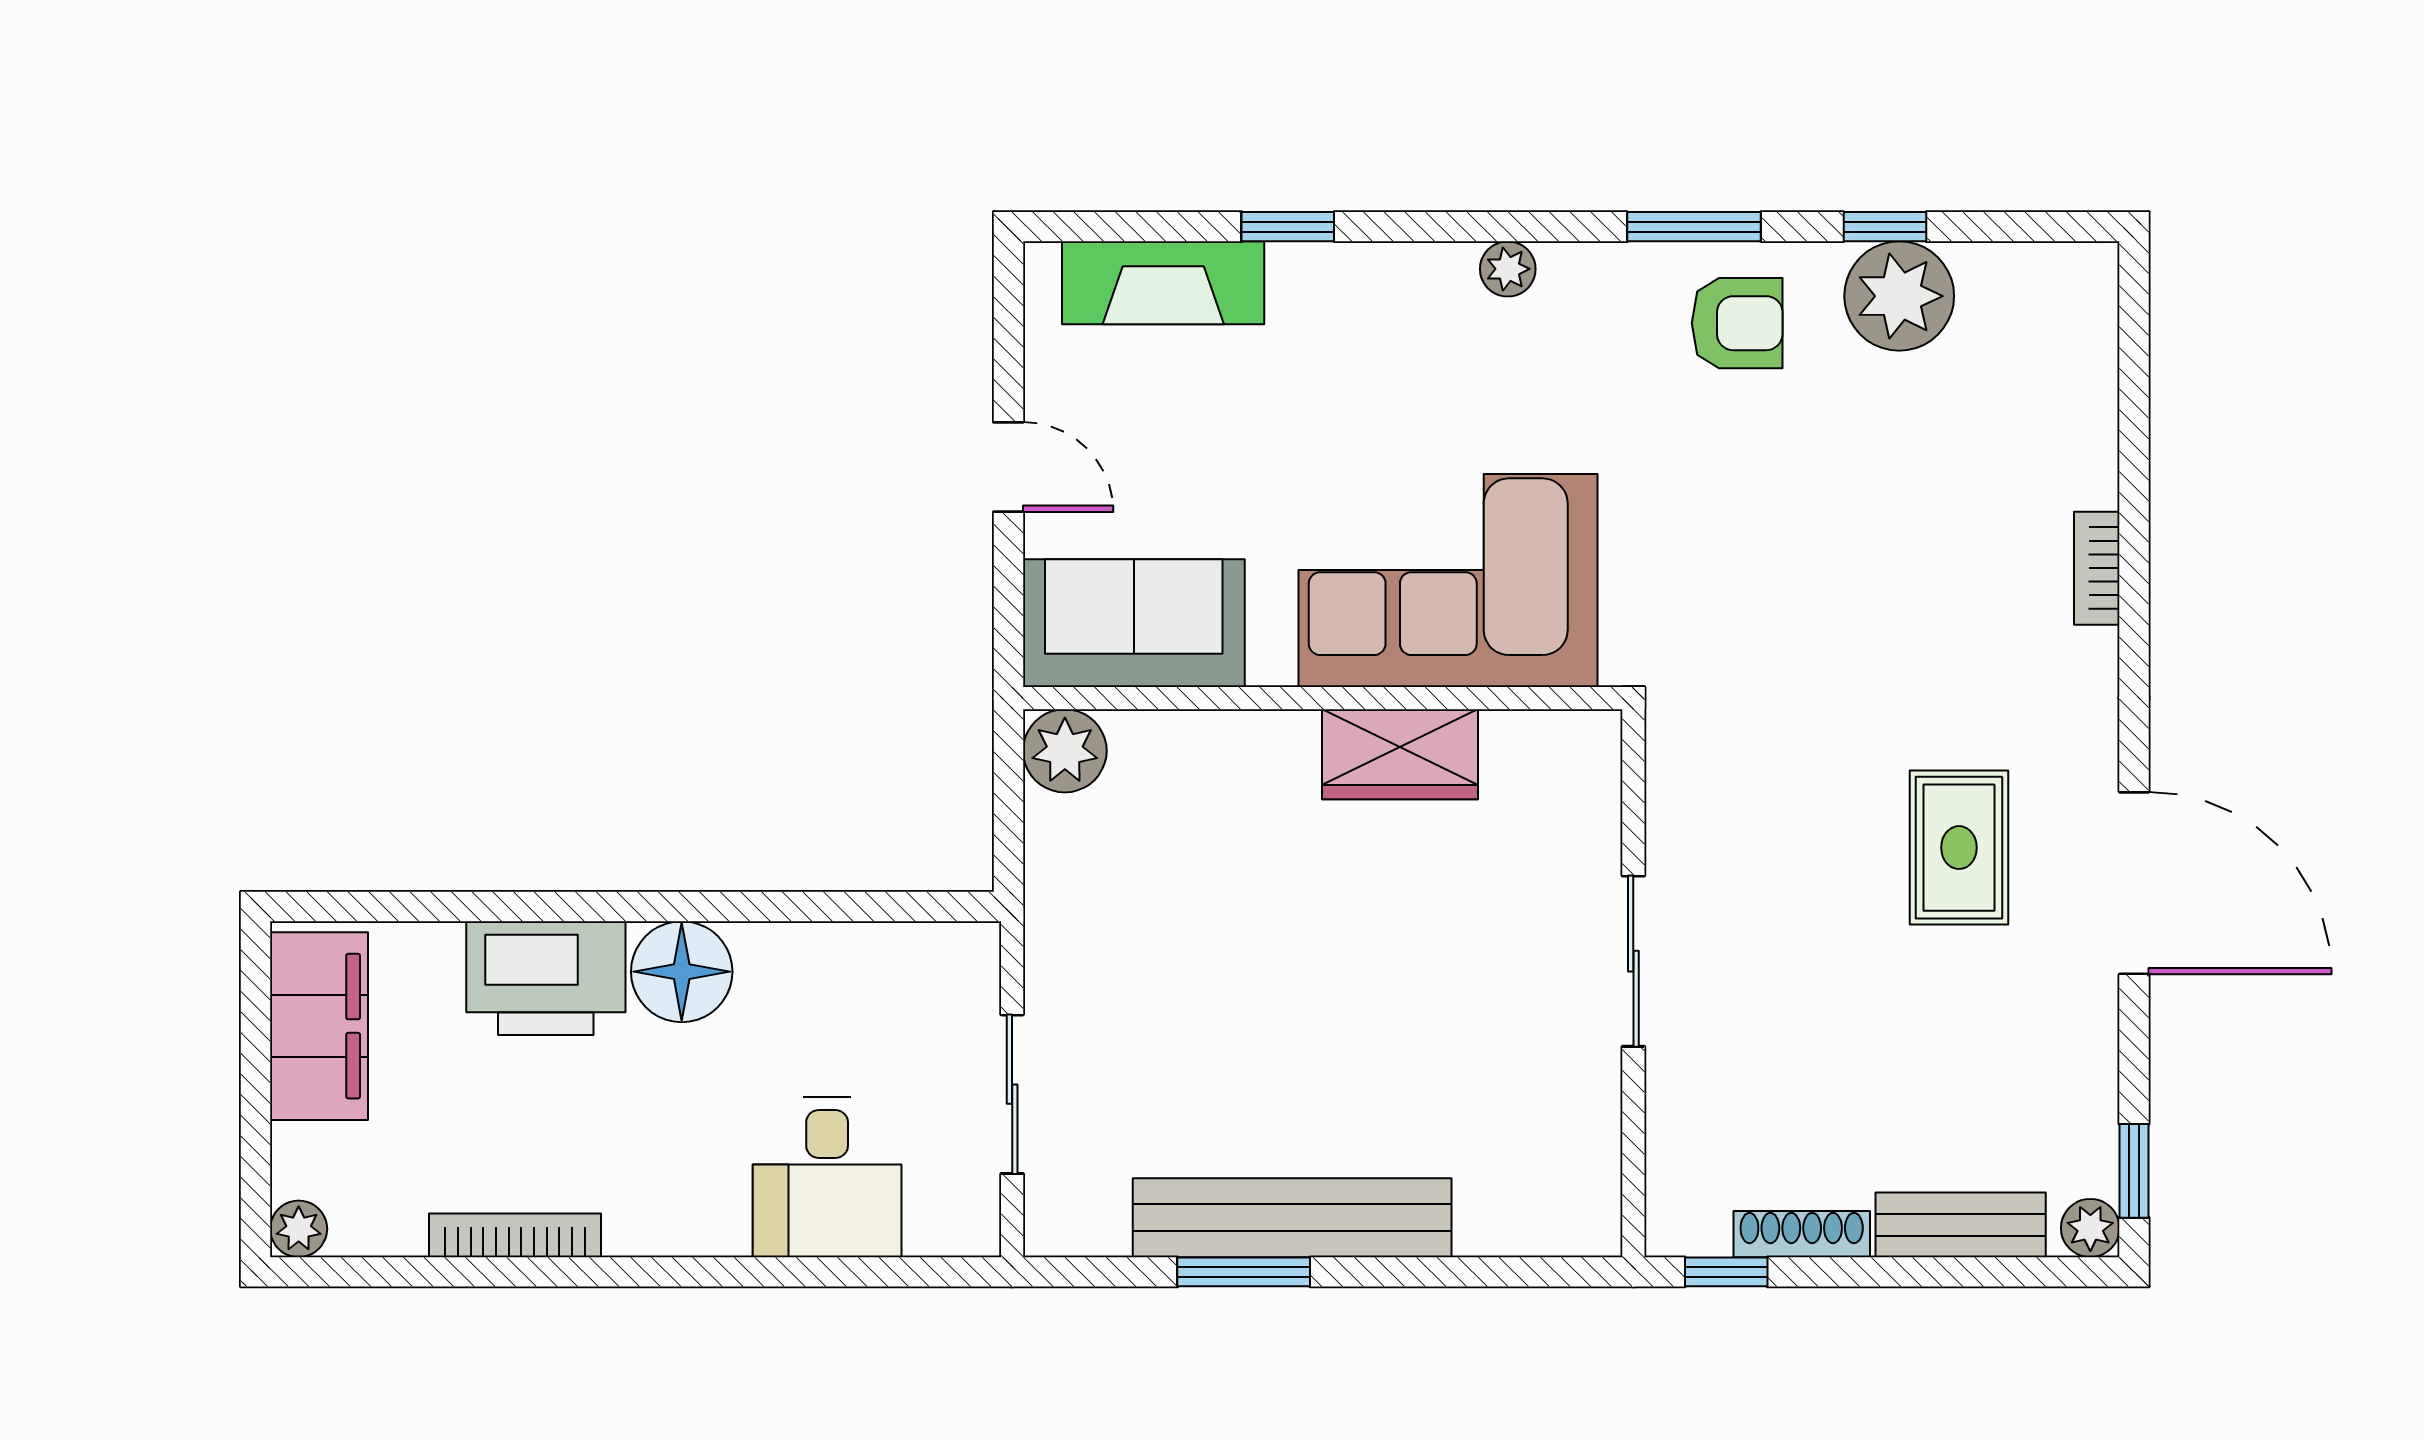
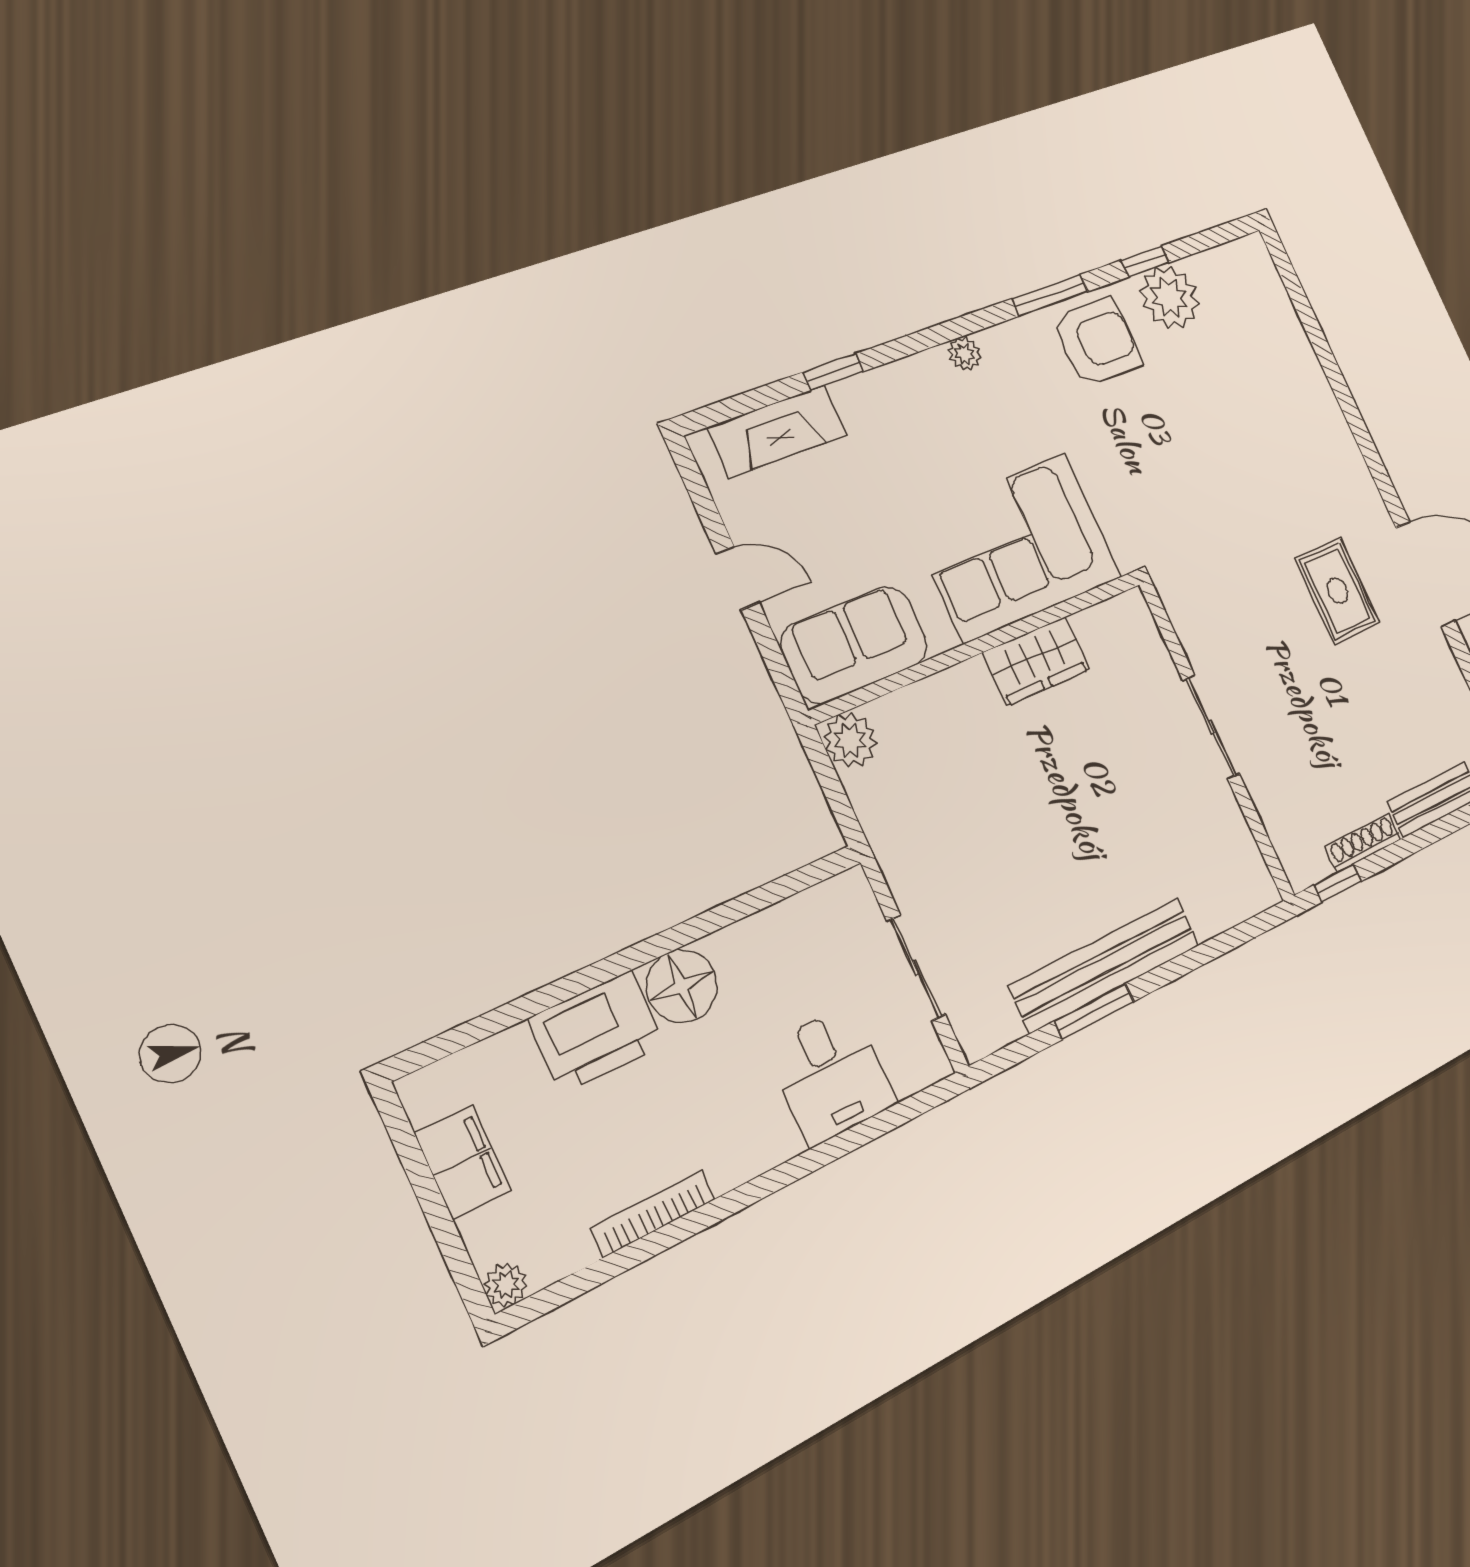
armchair: (1737, 323) -> (1097, 342), width x1.38, depth x1.38
bookcase: (2097, 568) -> (1330, 411), removed
filing cabinet: (319, 1026) -> (462, 1162), width x0.67, depth x0.86

